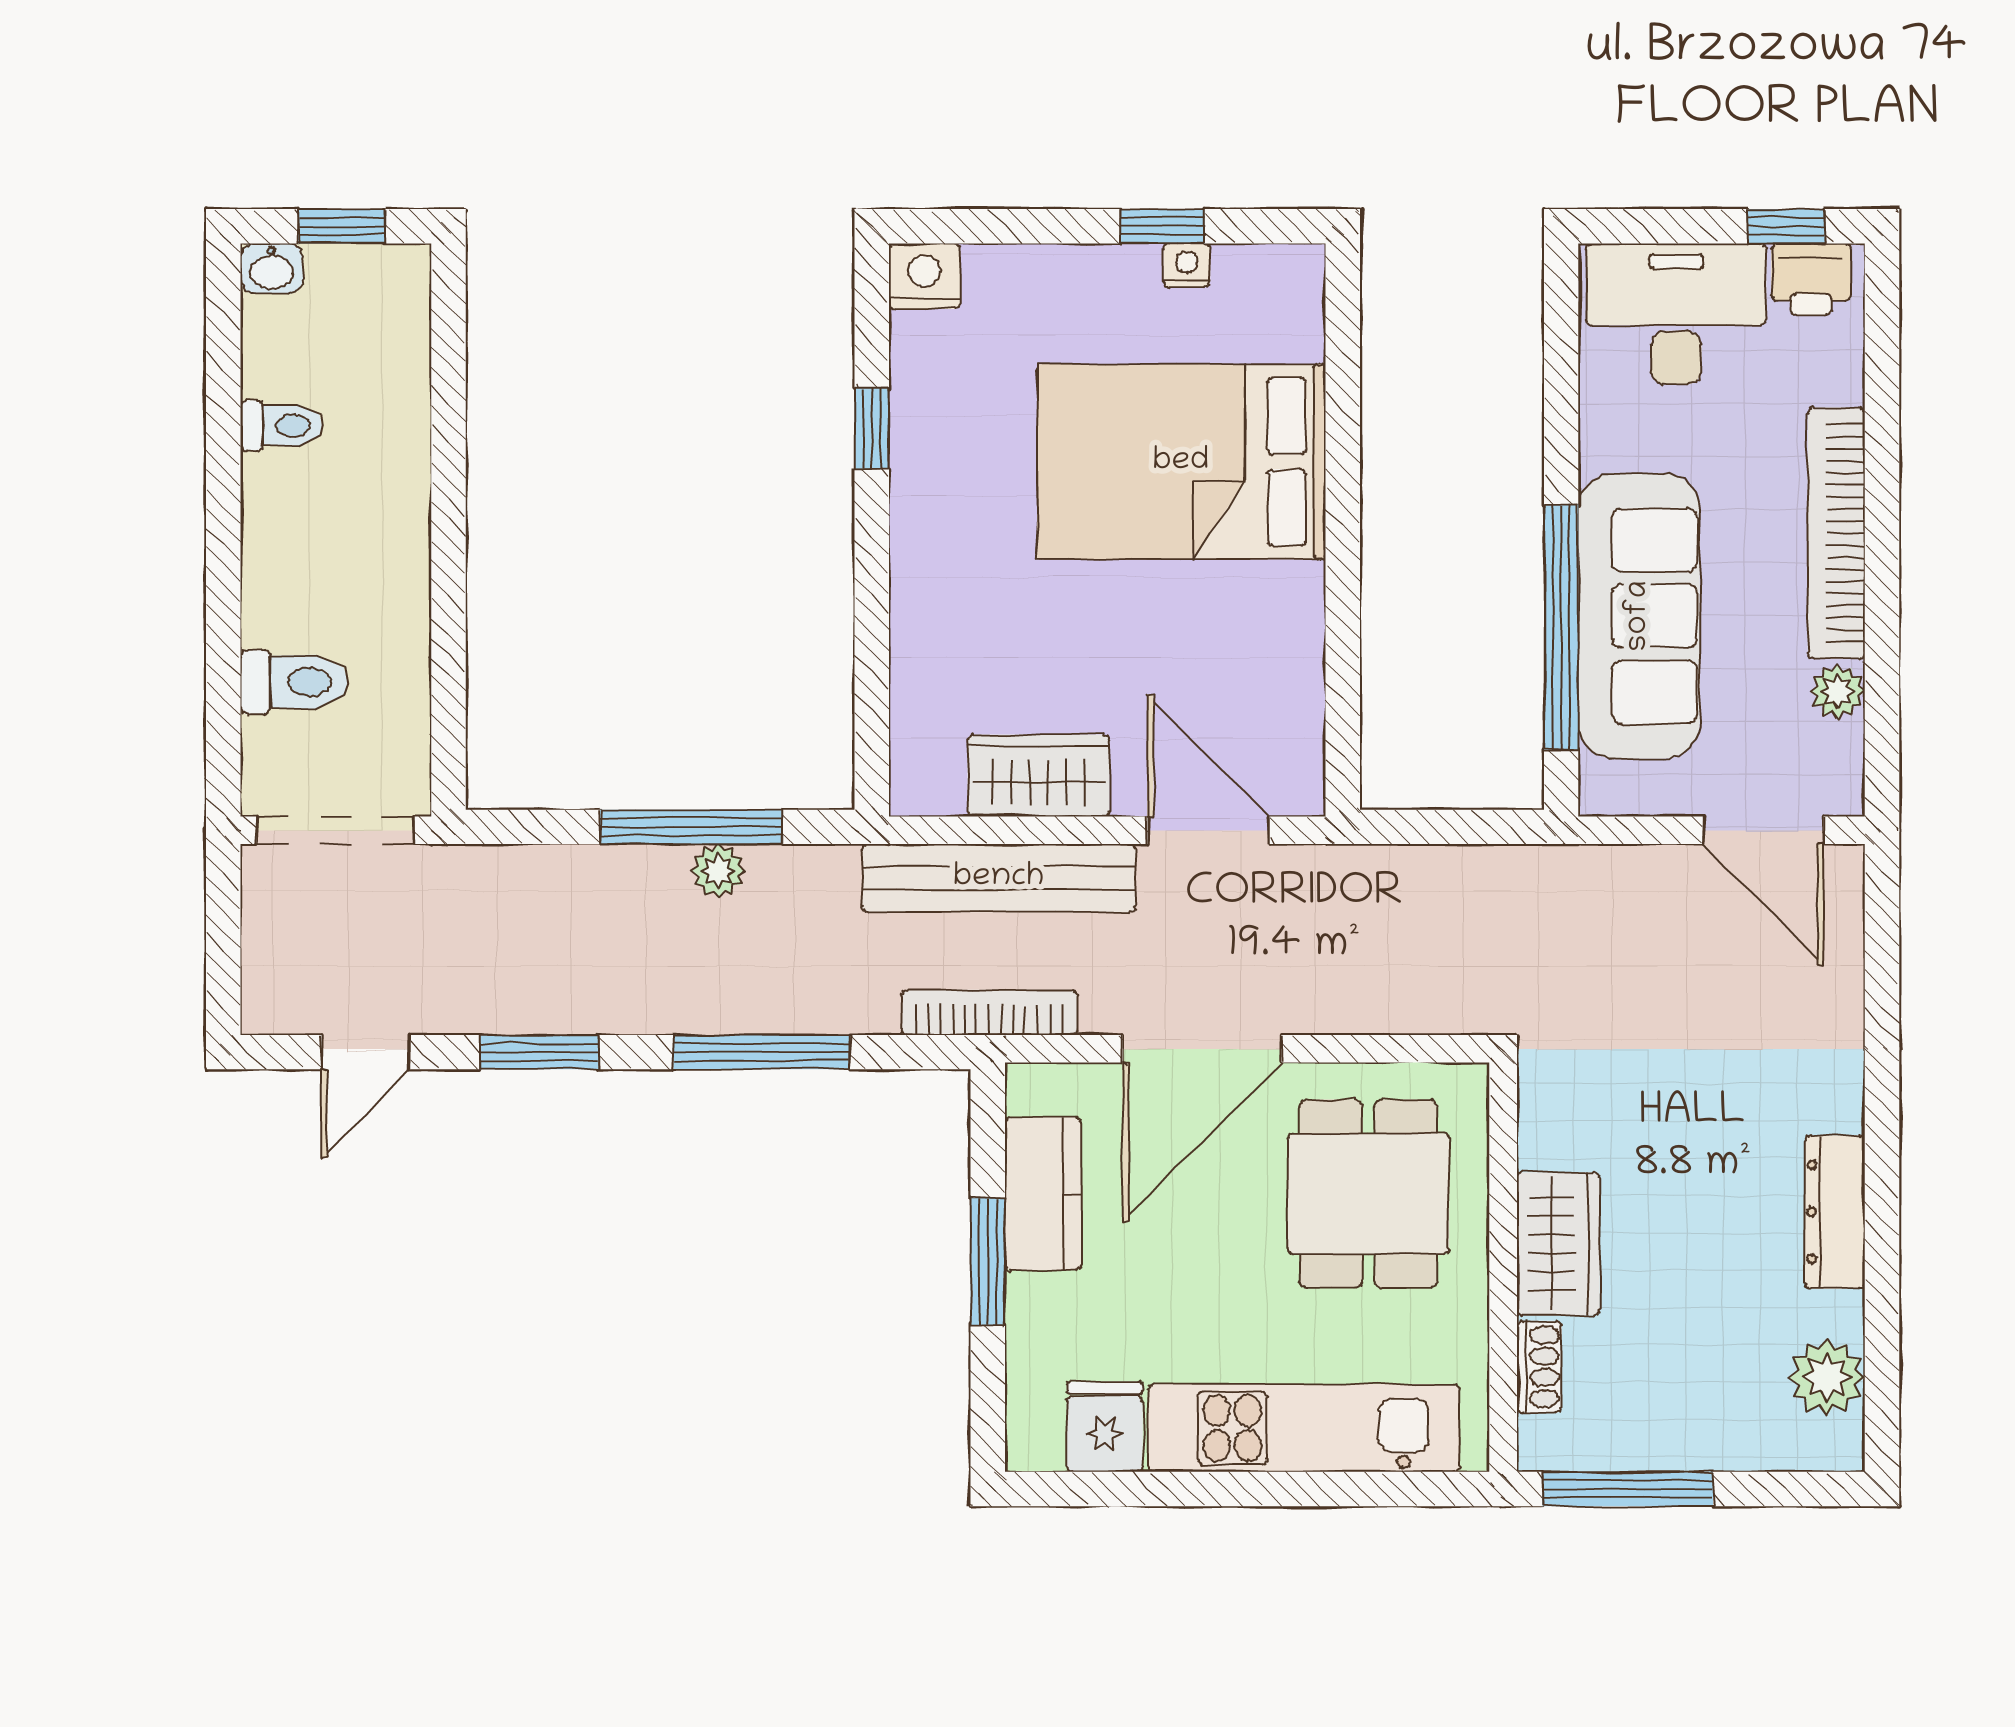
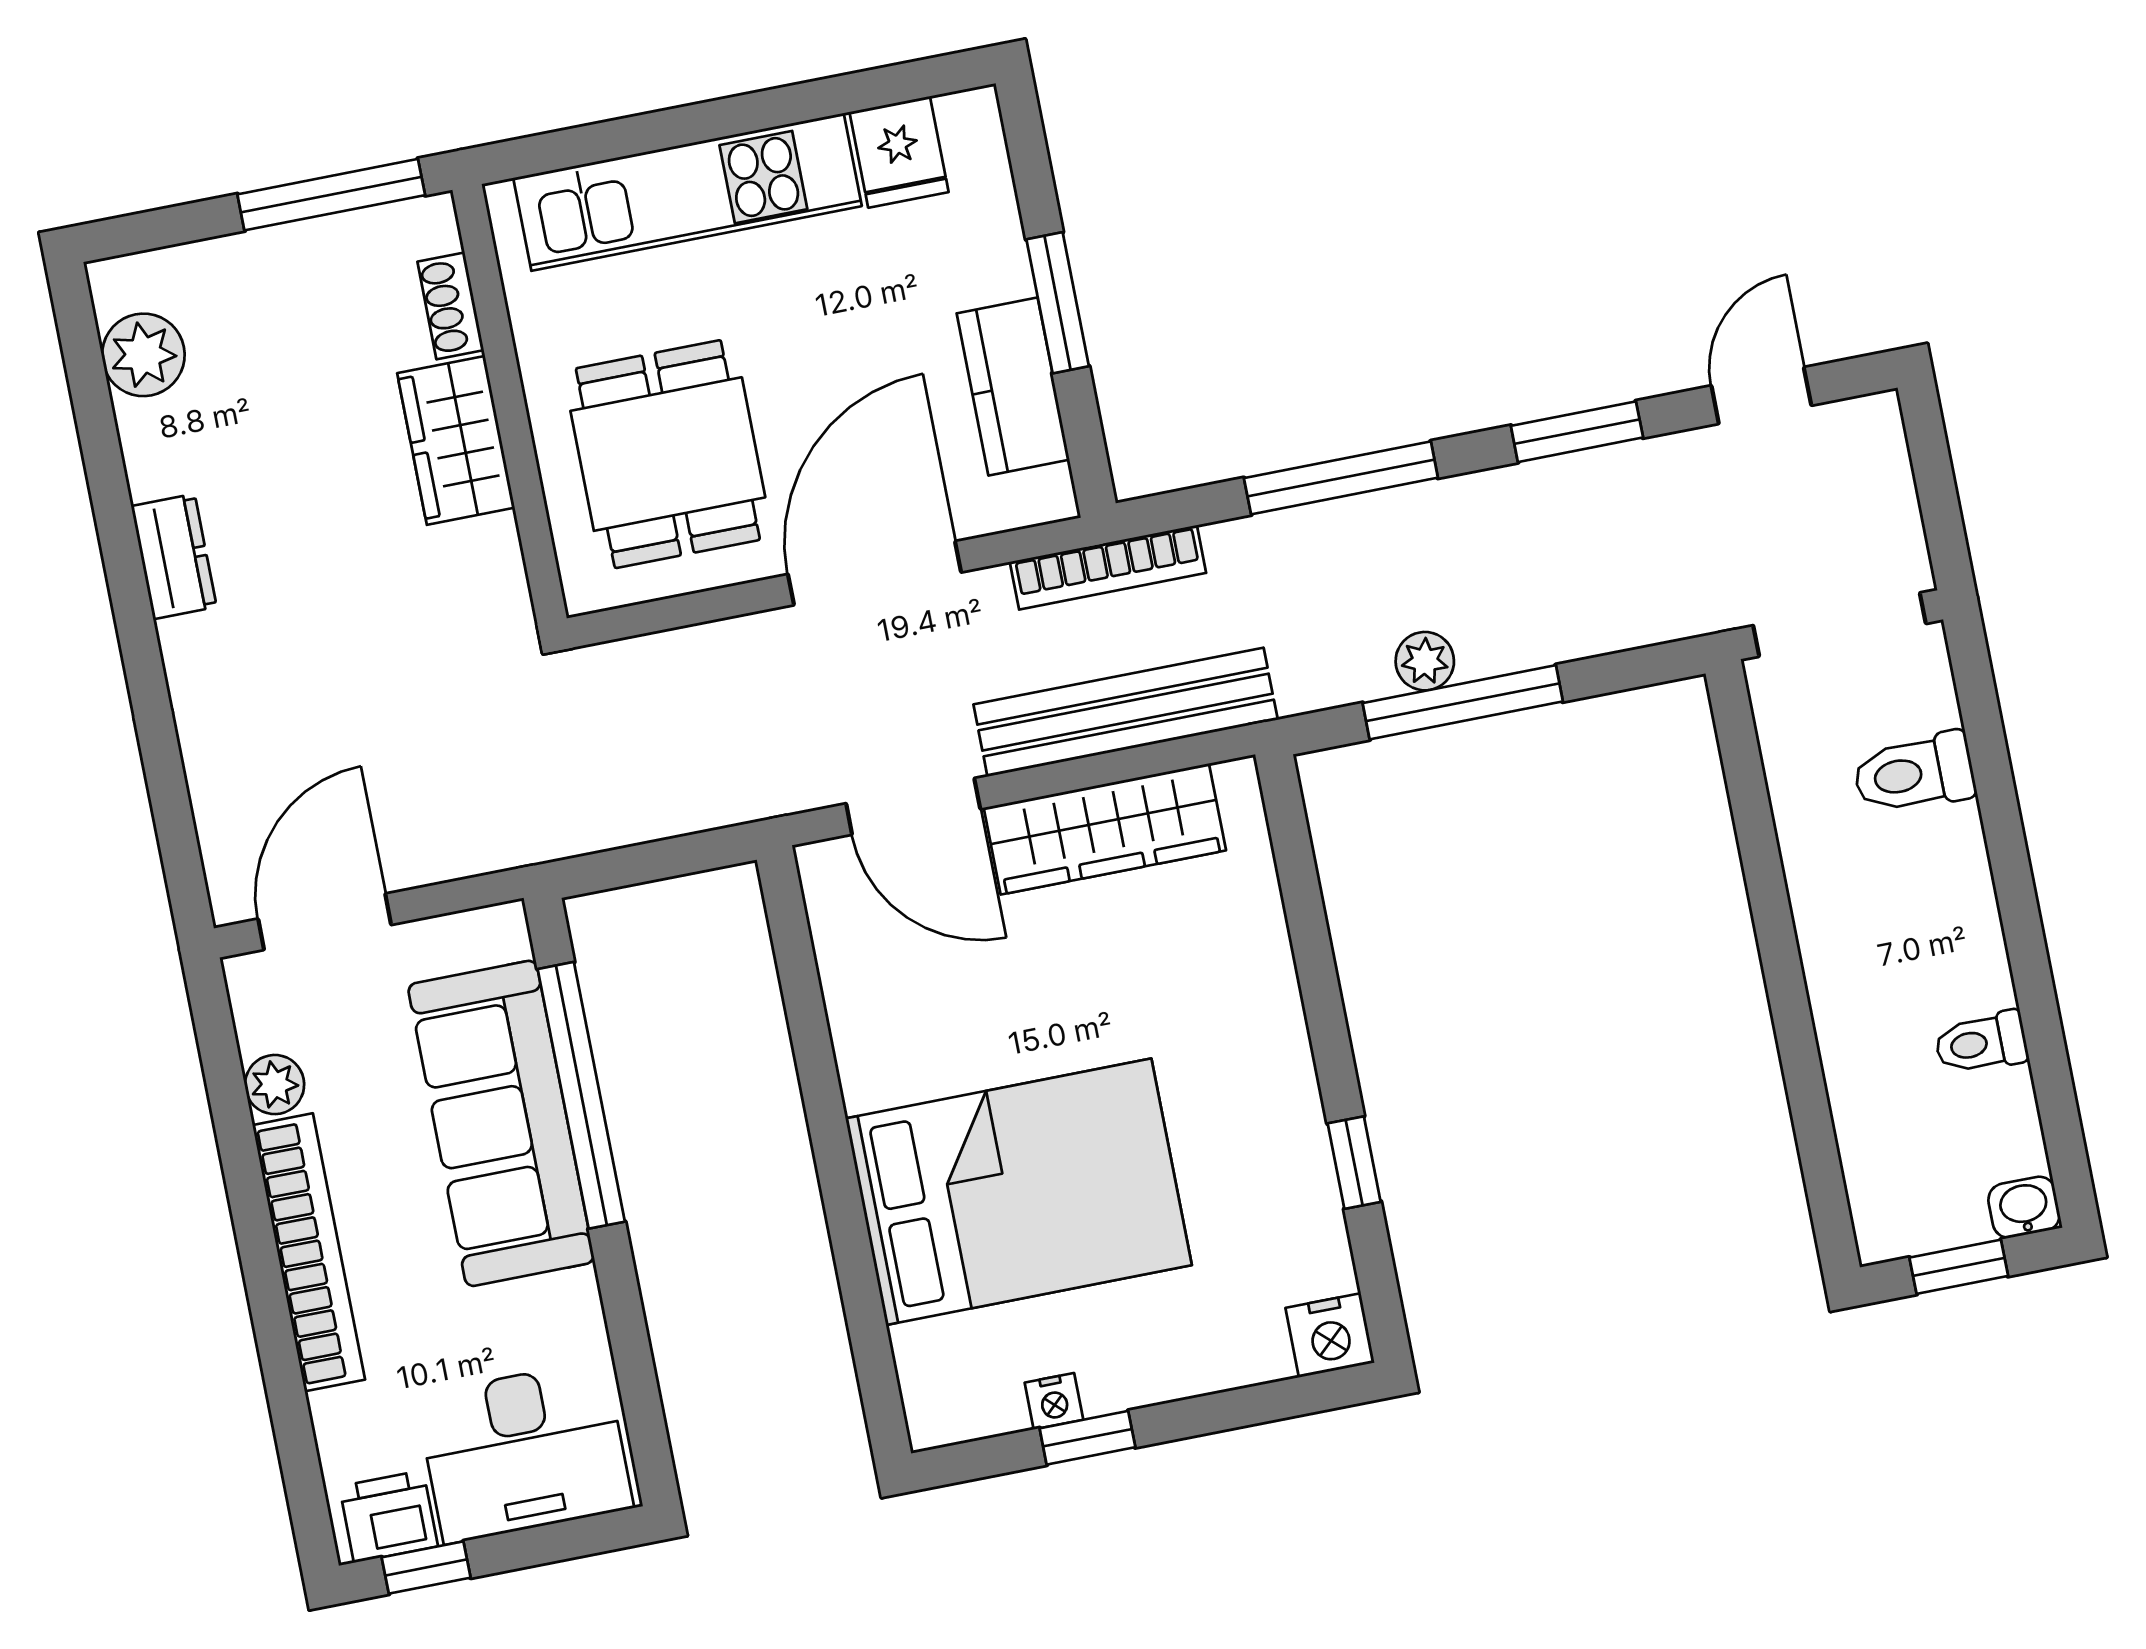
wardrobe: (1039, 776) -> (1105, 829), width x1.50
door: (1763, 830) -> (325, 922), hinge flipped
dresser: (1835, 1212) -> (174, 556), width x0.70

